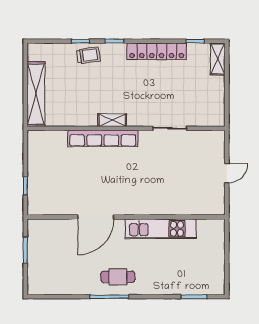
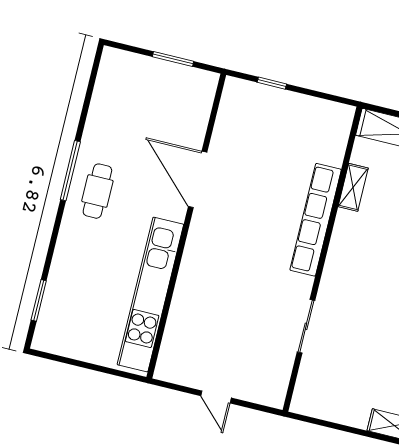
shelving: (112, 120) -> (353, 187), moved
kitchen unit: (161, 229) -> (150, 294), width x1.36

